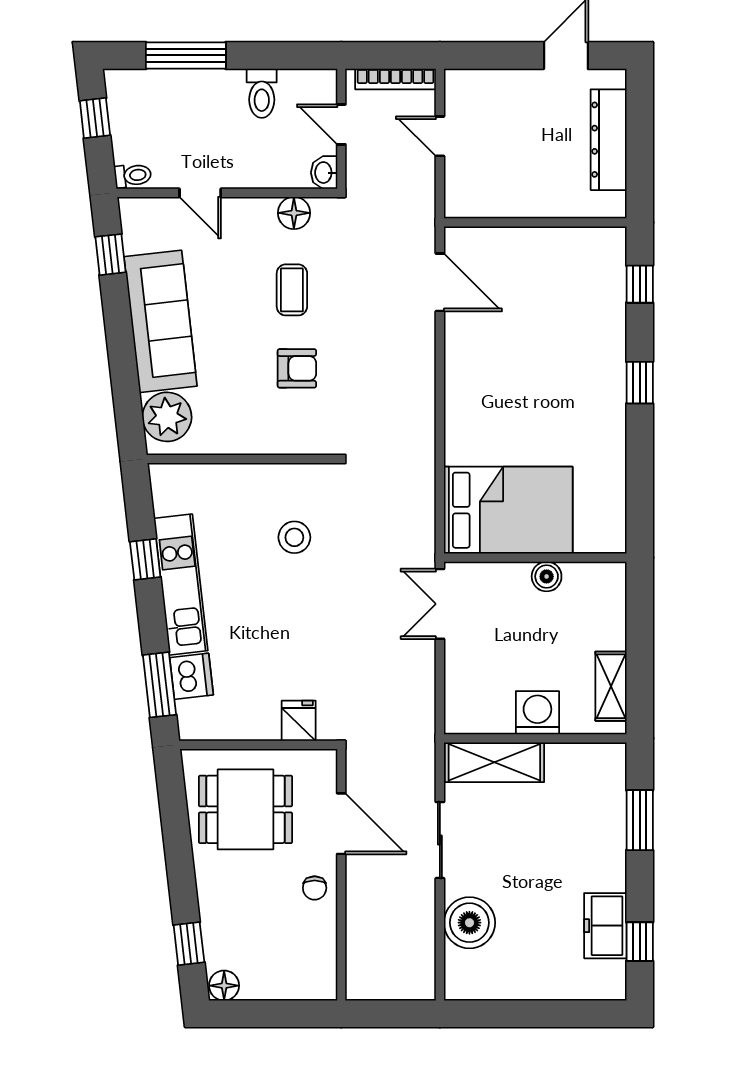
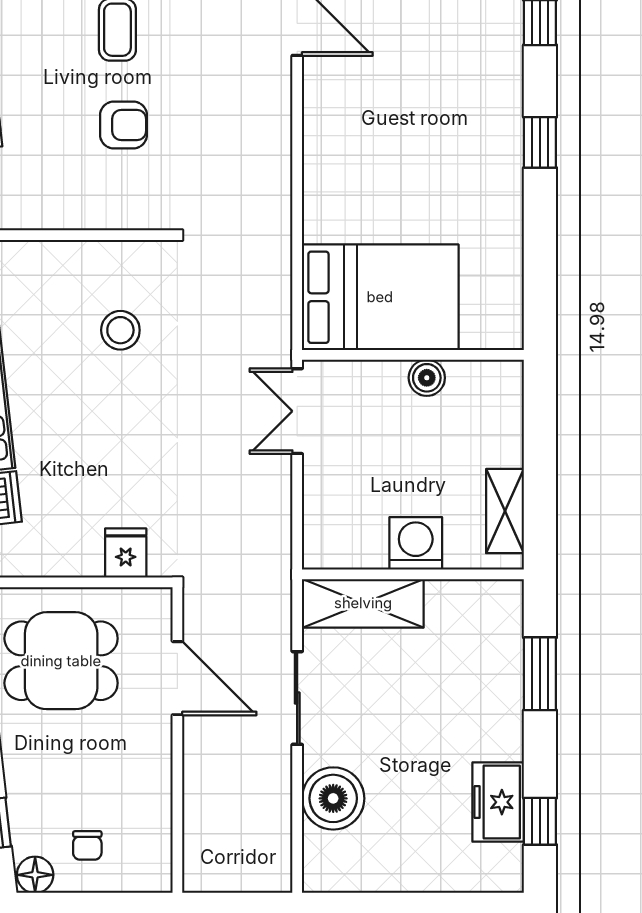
chair: (315, 888) -> (87, 845), moved

